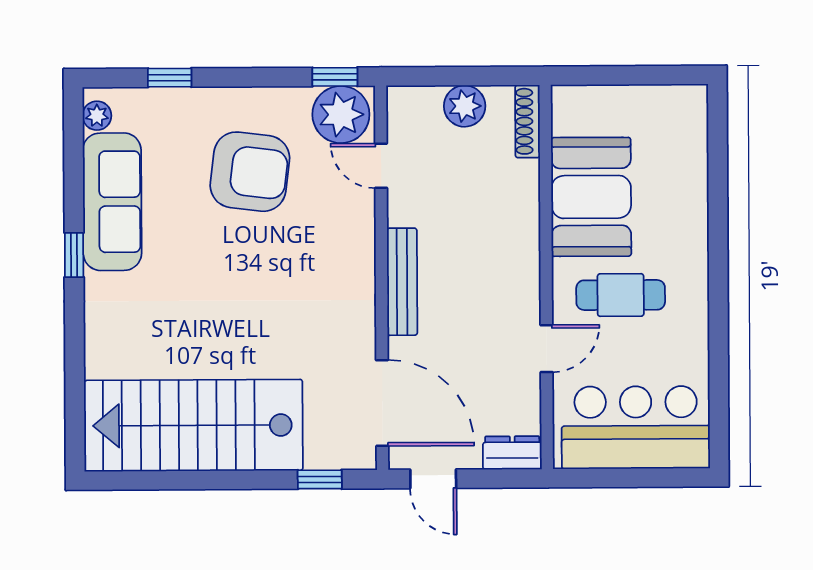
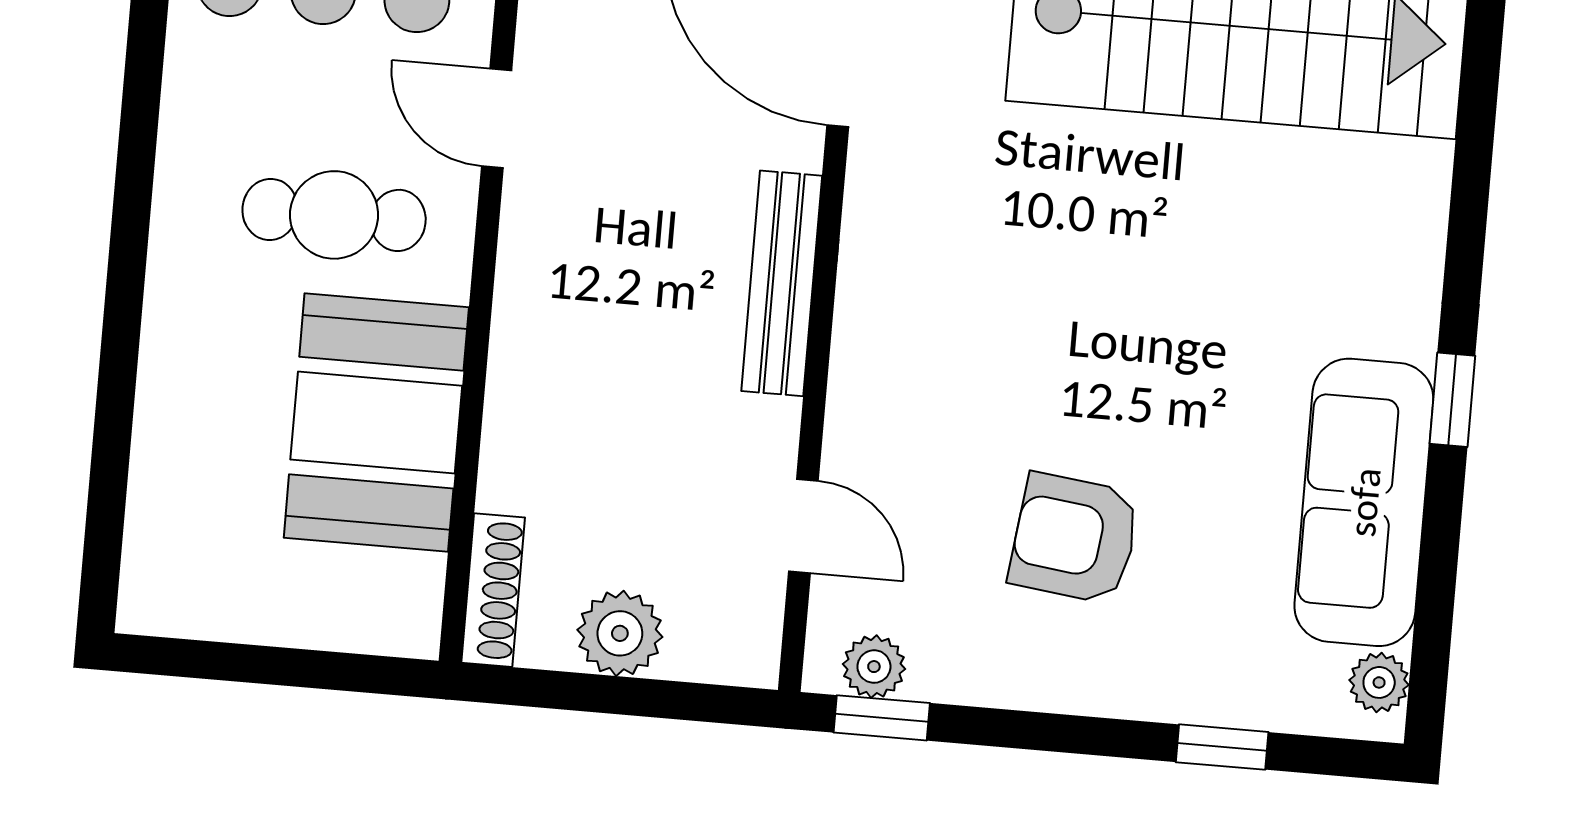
plant: (341, 115) -> (874, 667), width x0.53, depth x0.53
armchair: (250, 172) -> (1075, 538), width x0.73, depth x0.73
door: (547, 349) -> (497, 118), hinge flipped

